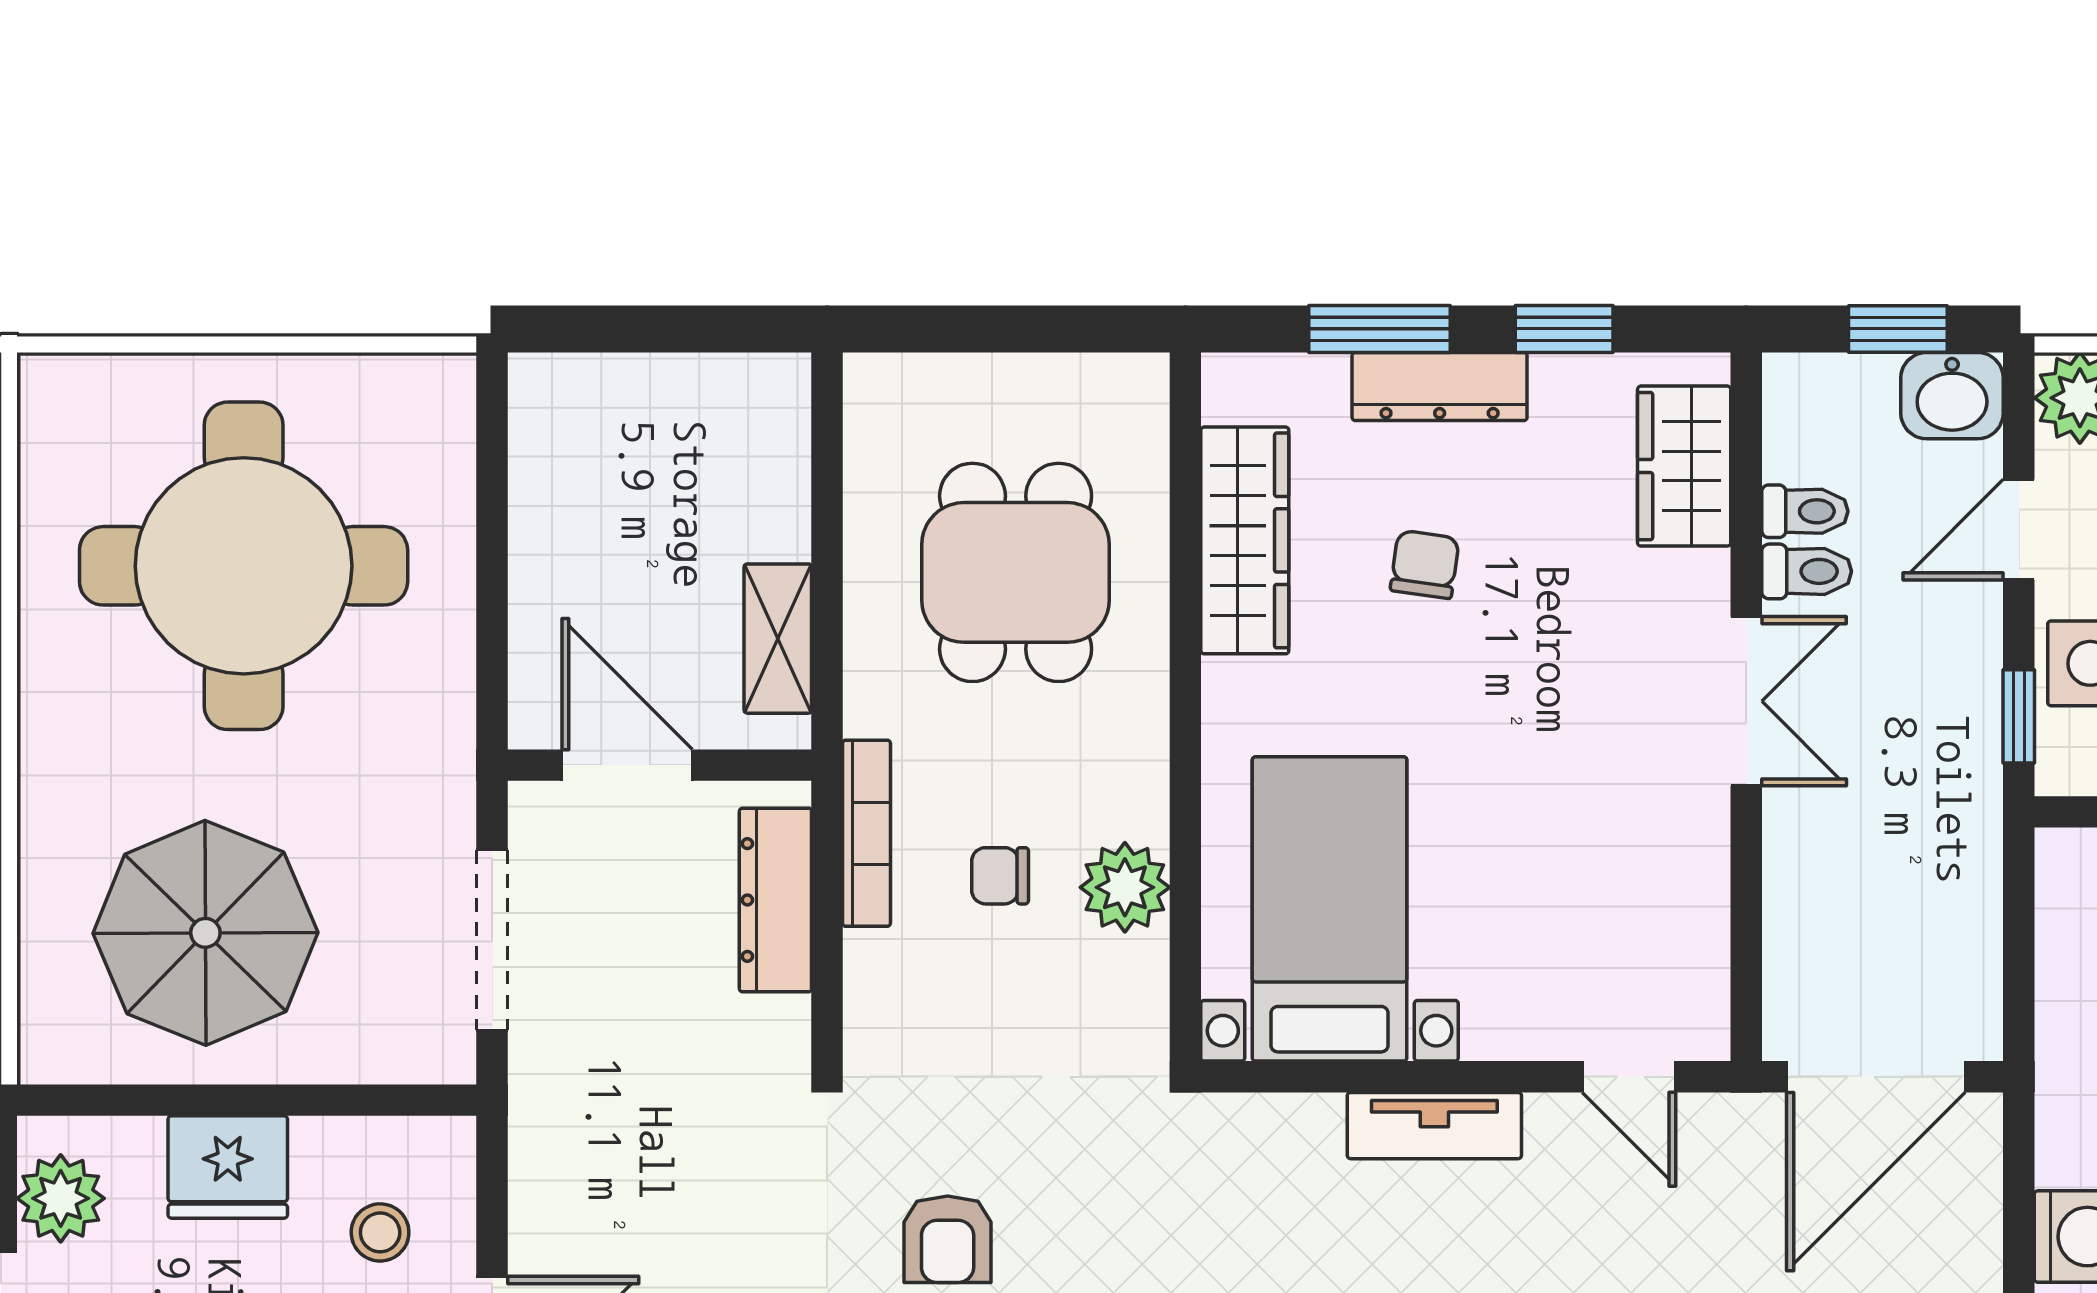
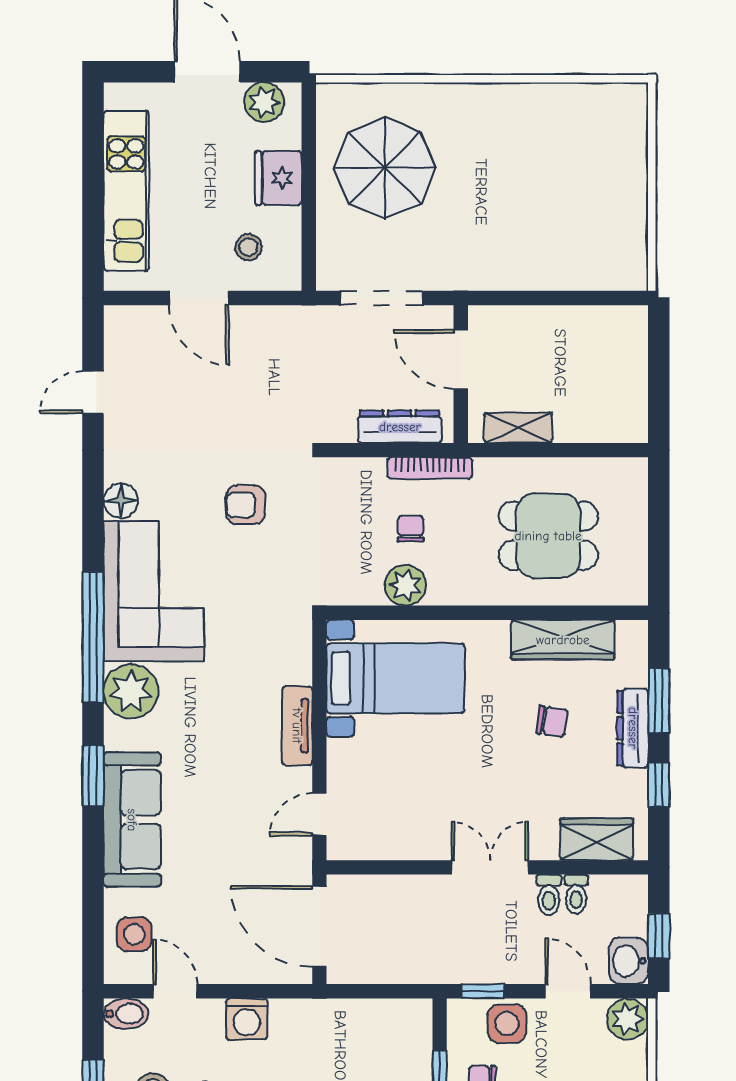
round table: (244, 566) -> (551, 185), removed
double door: (1746, 701) -> (490, 867), swing flipped
door: (627, 765) -> (461, 359), swing flipped

